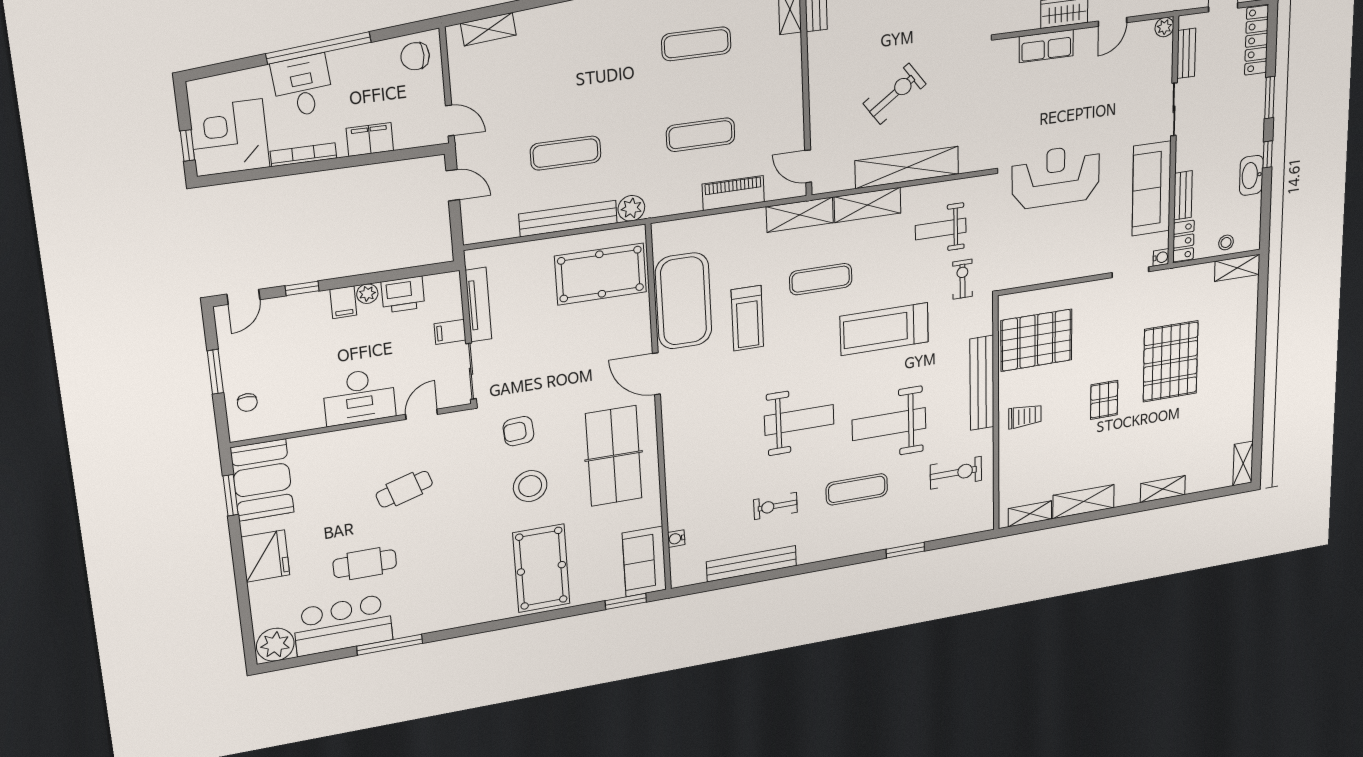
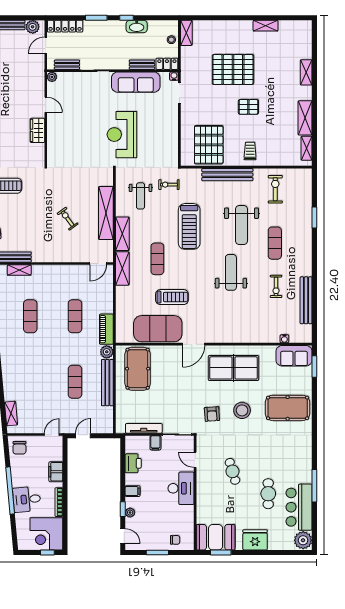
row of seats: (1046, 46) -> (54, 140), removed
exercise bike: (895, 94) -> (68, 219), width x0.73, depth x0.72
piano: (733, 193) -> (106, 329), moved
plant: (367, 294) -> (130, 513), moved
shelving: (1243, 463) -> (266, 26), moved

